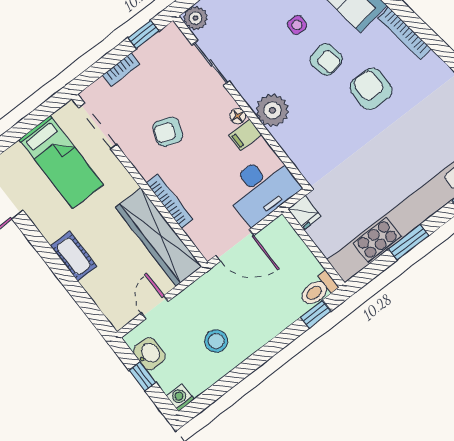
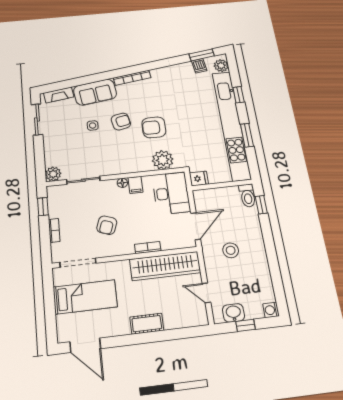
armchair: (371, 89) -> (154, 127), moved
plant: (272, 110) -> (163, 160), moved
bookcase: (169, 201) -> (148, 248), width x0.64
stool: (216, 341) -> (231, 250), moved

